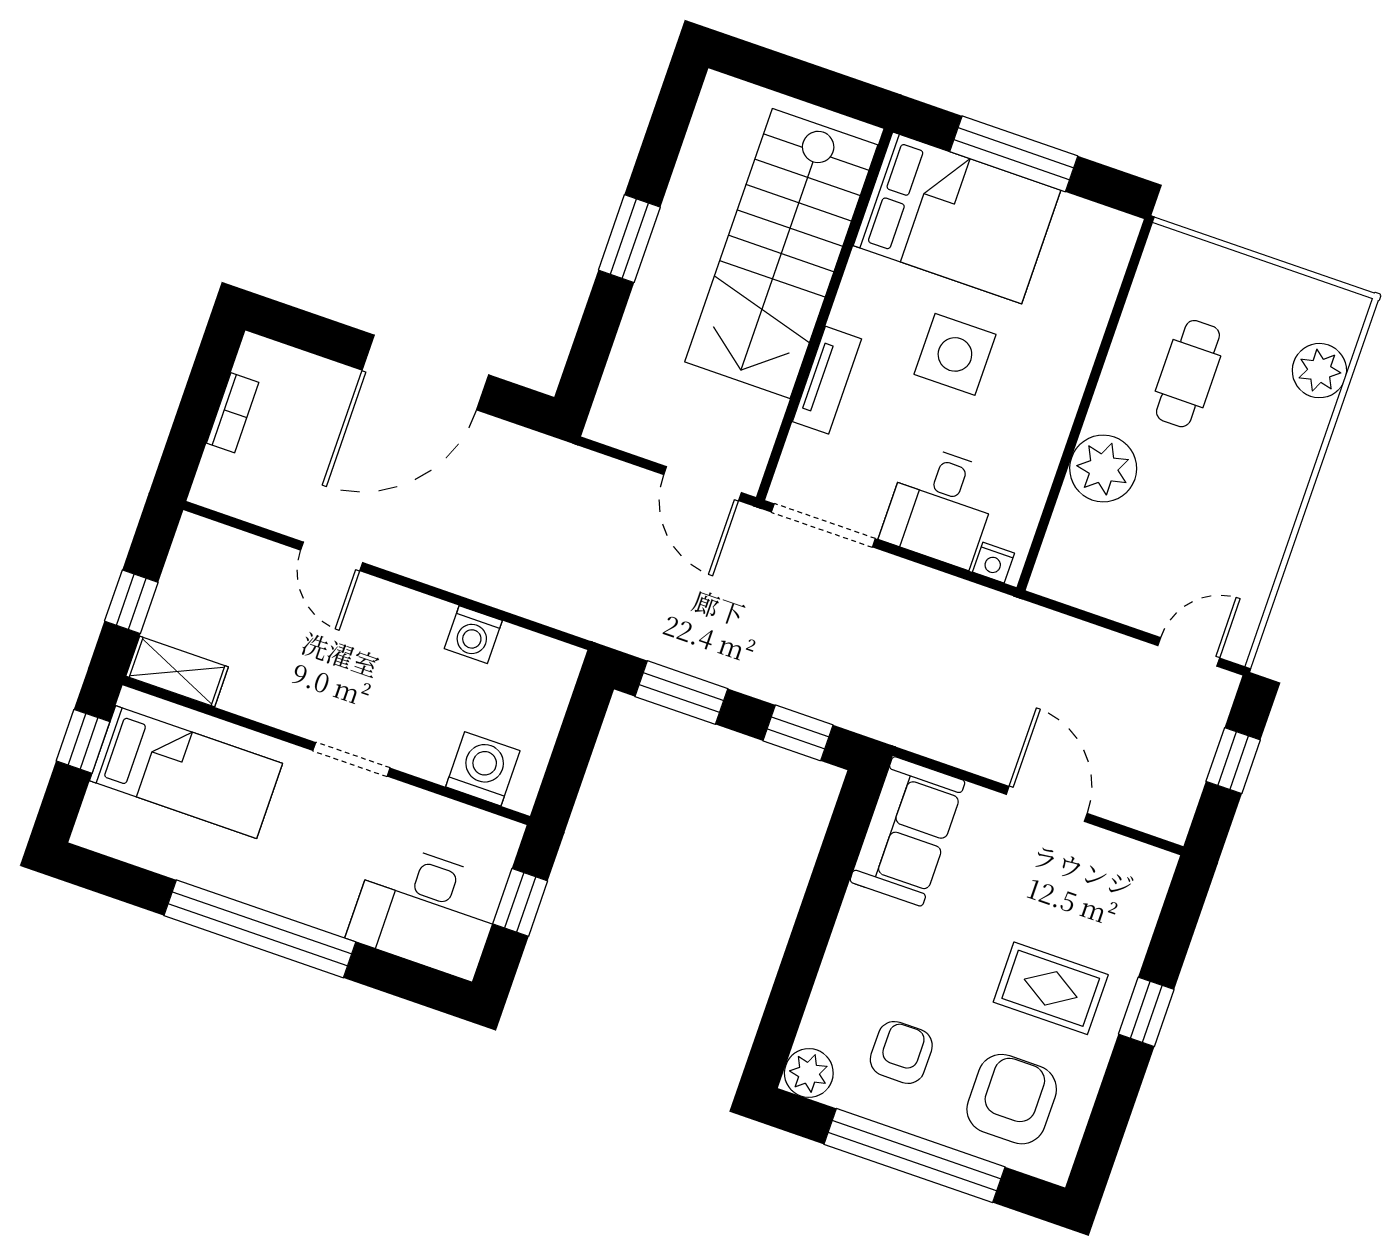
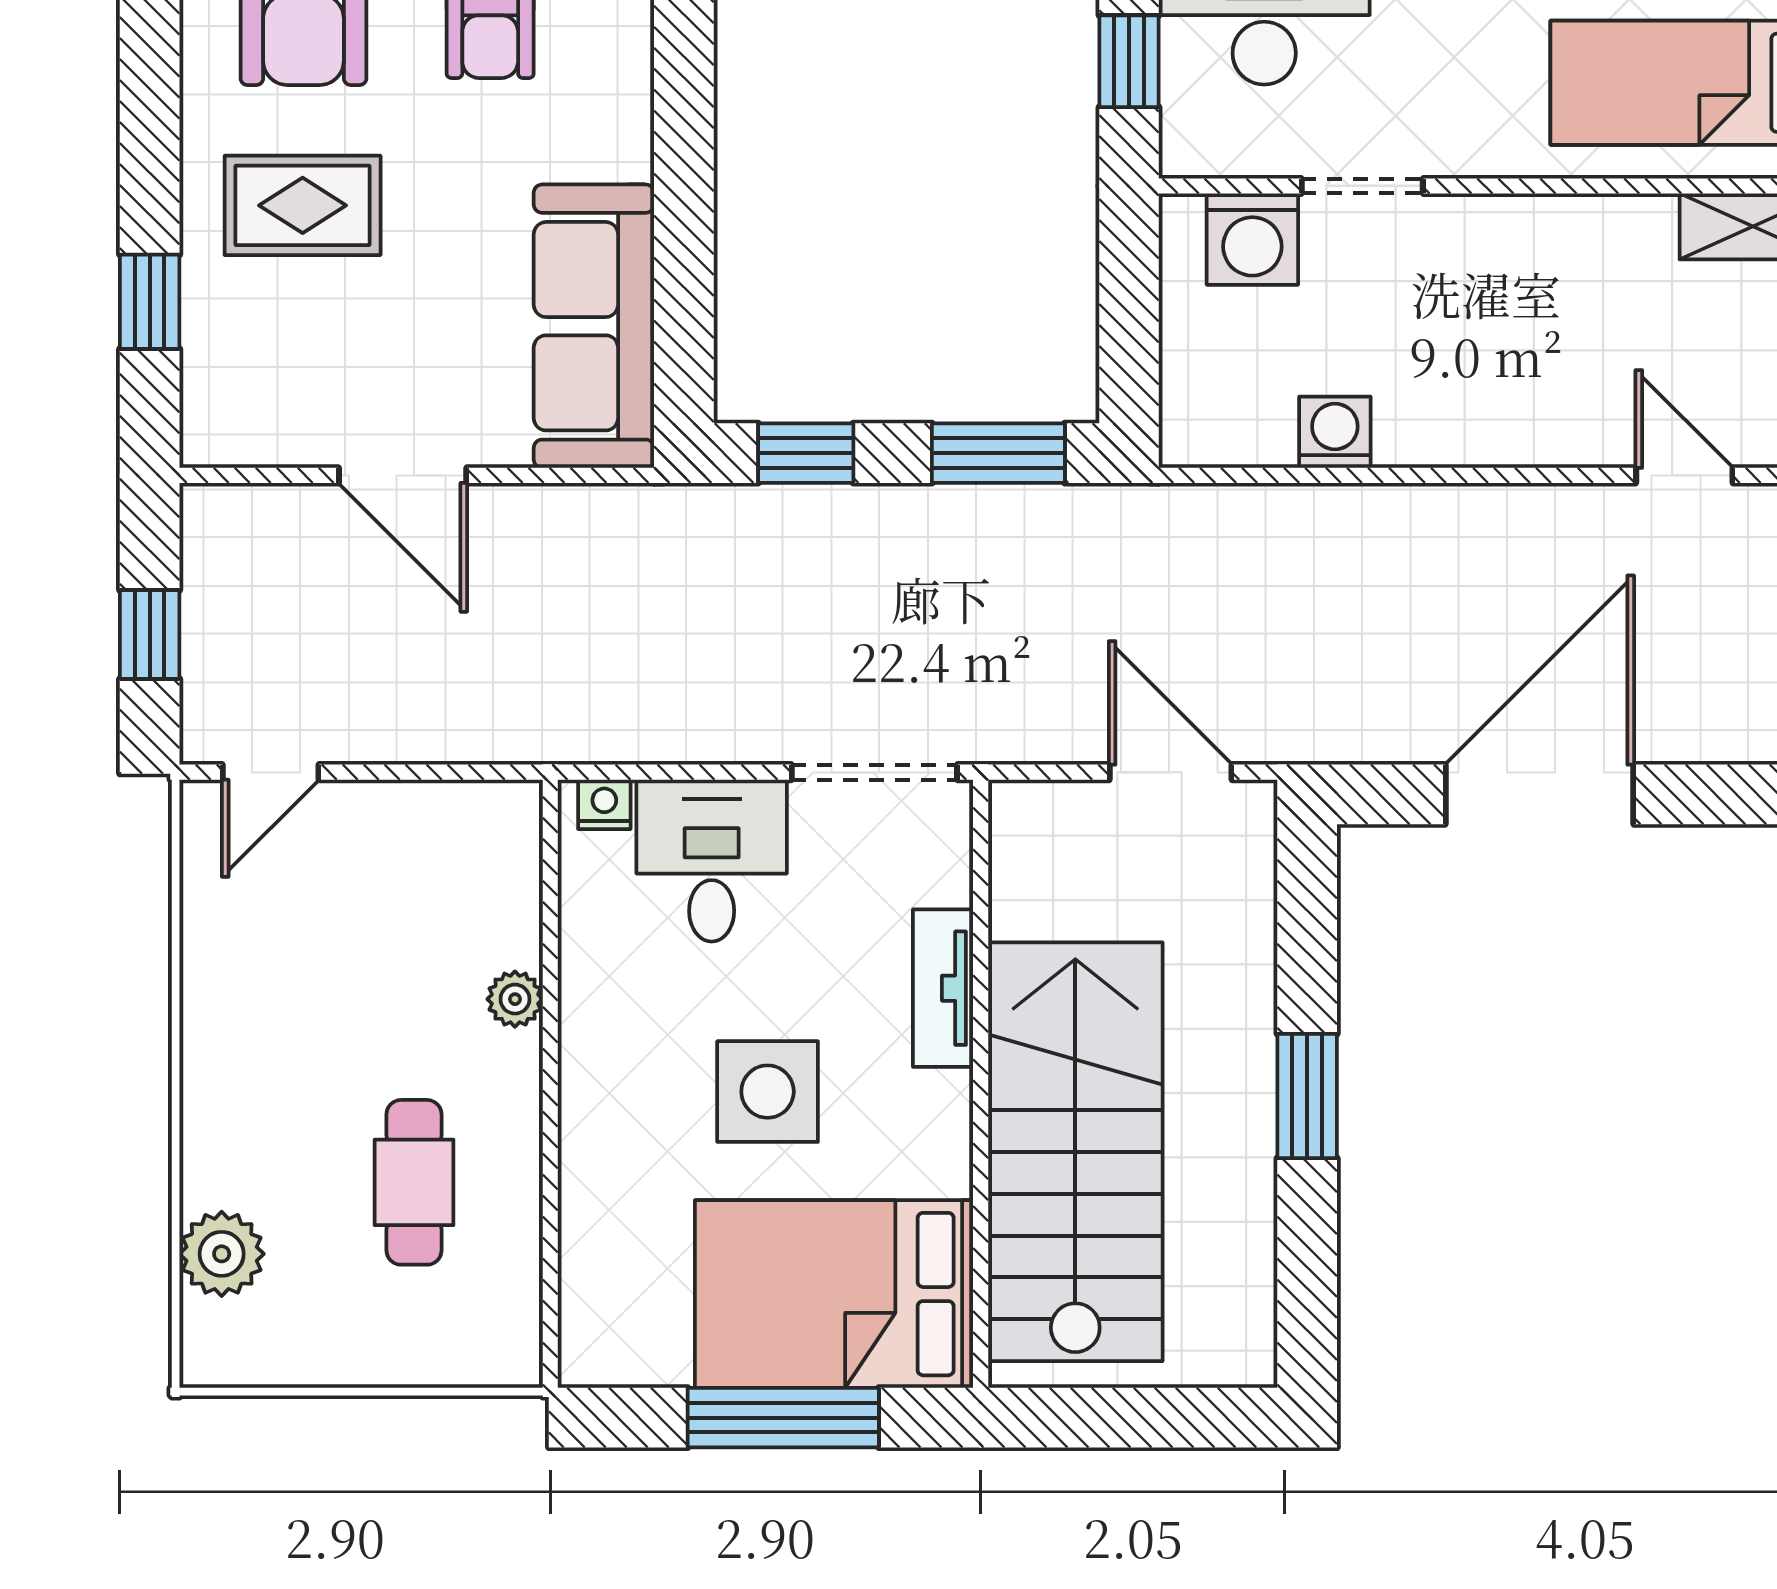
plant: (1103, 468) -> (515, 999), width x0.53, depth x0.53
door: (703, 484) -> (1171, 772), moved
door: (332, 556) -> (1684, 475), moved
doorway: (351, 759) -> (1362, 186), moved
sofa: (907, 831) -> (594, 326), width x1.36
window: (1146, 1012) -> (150, 302), moved

